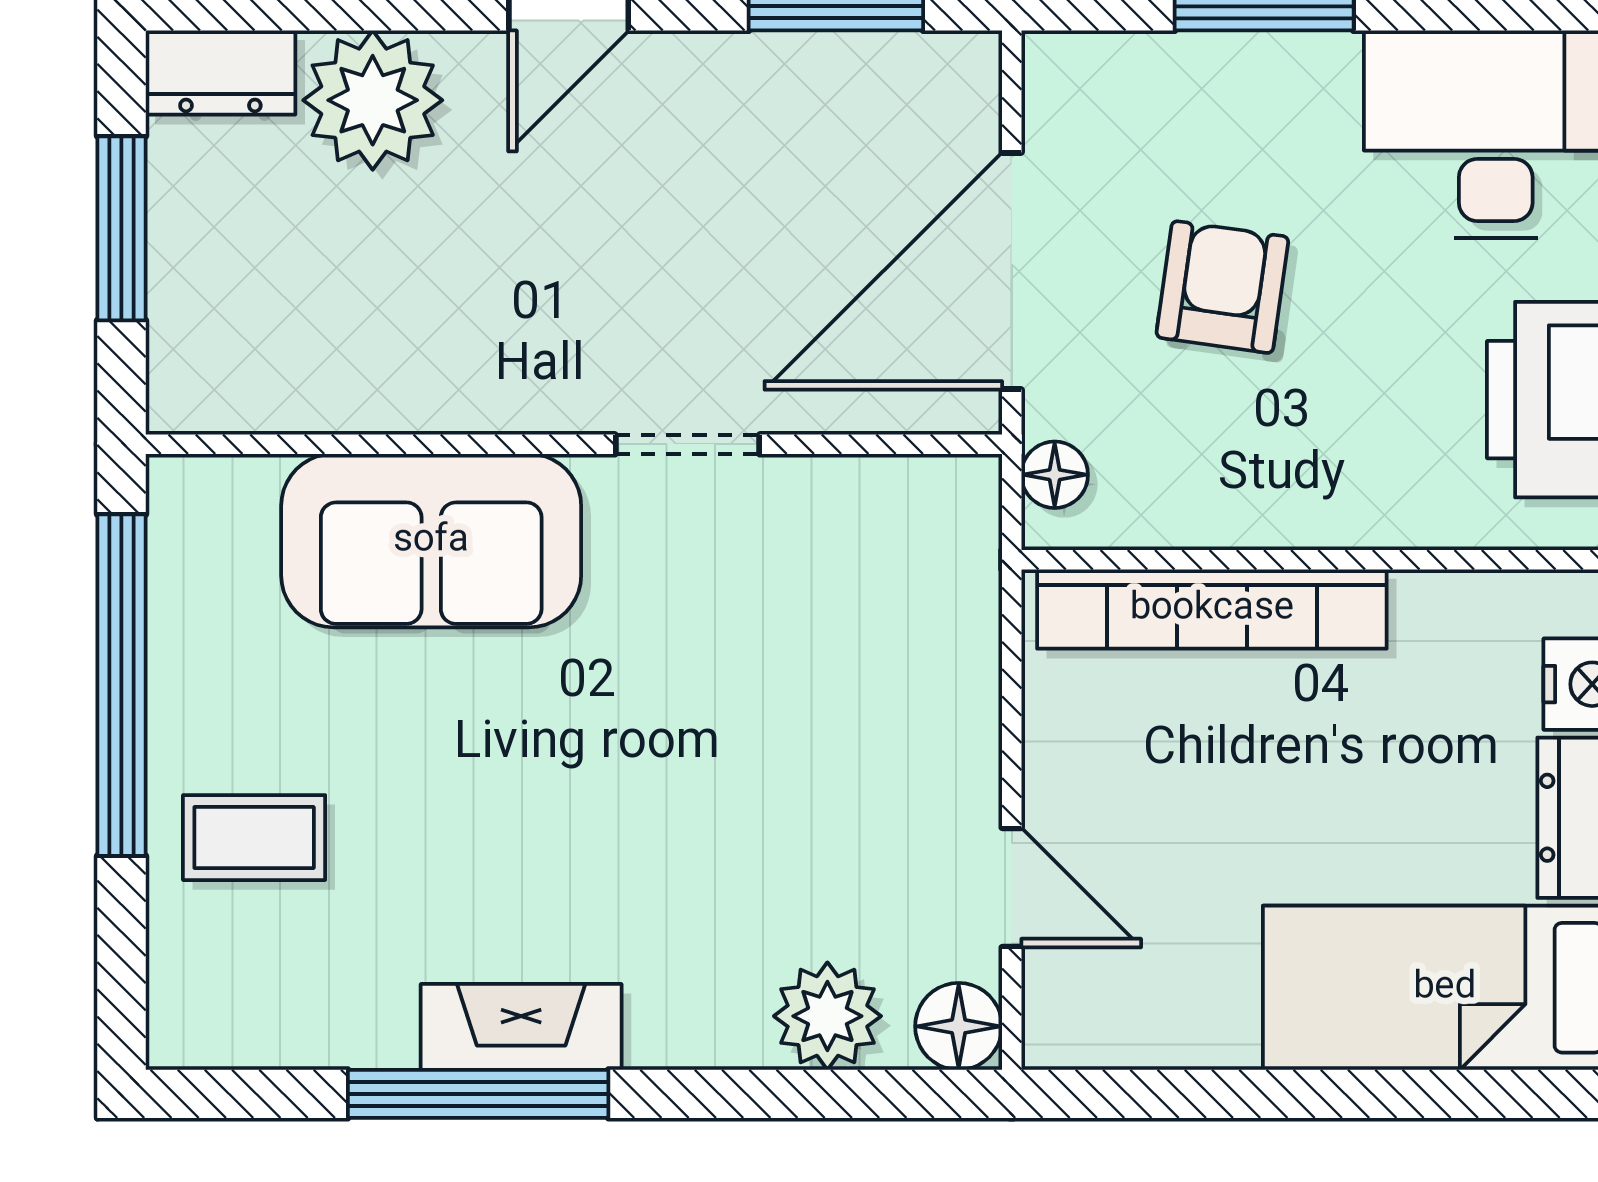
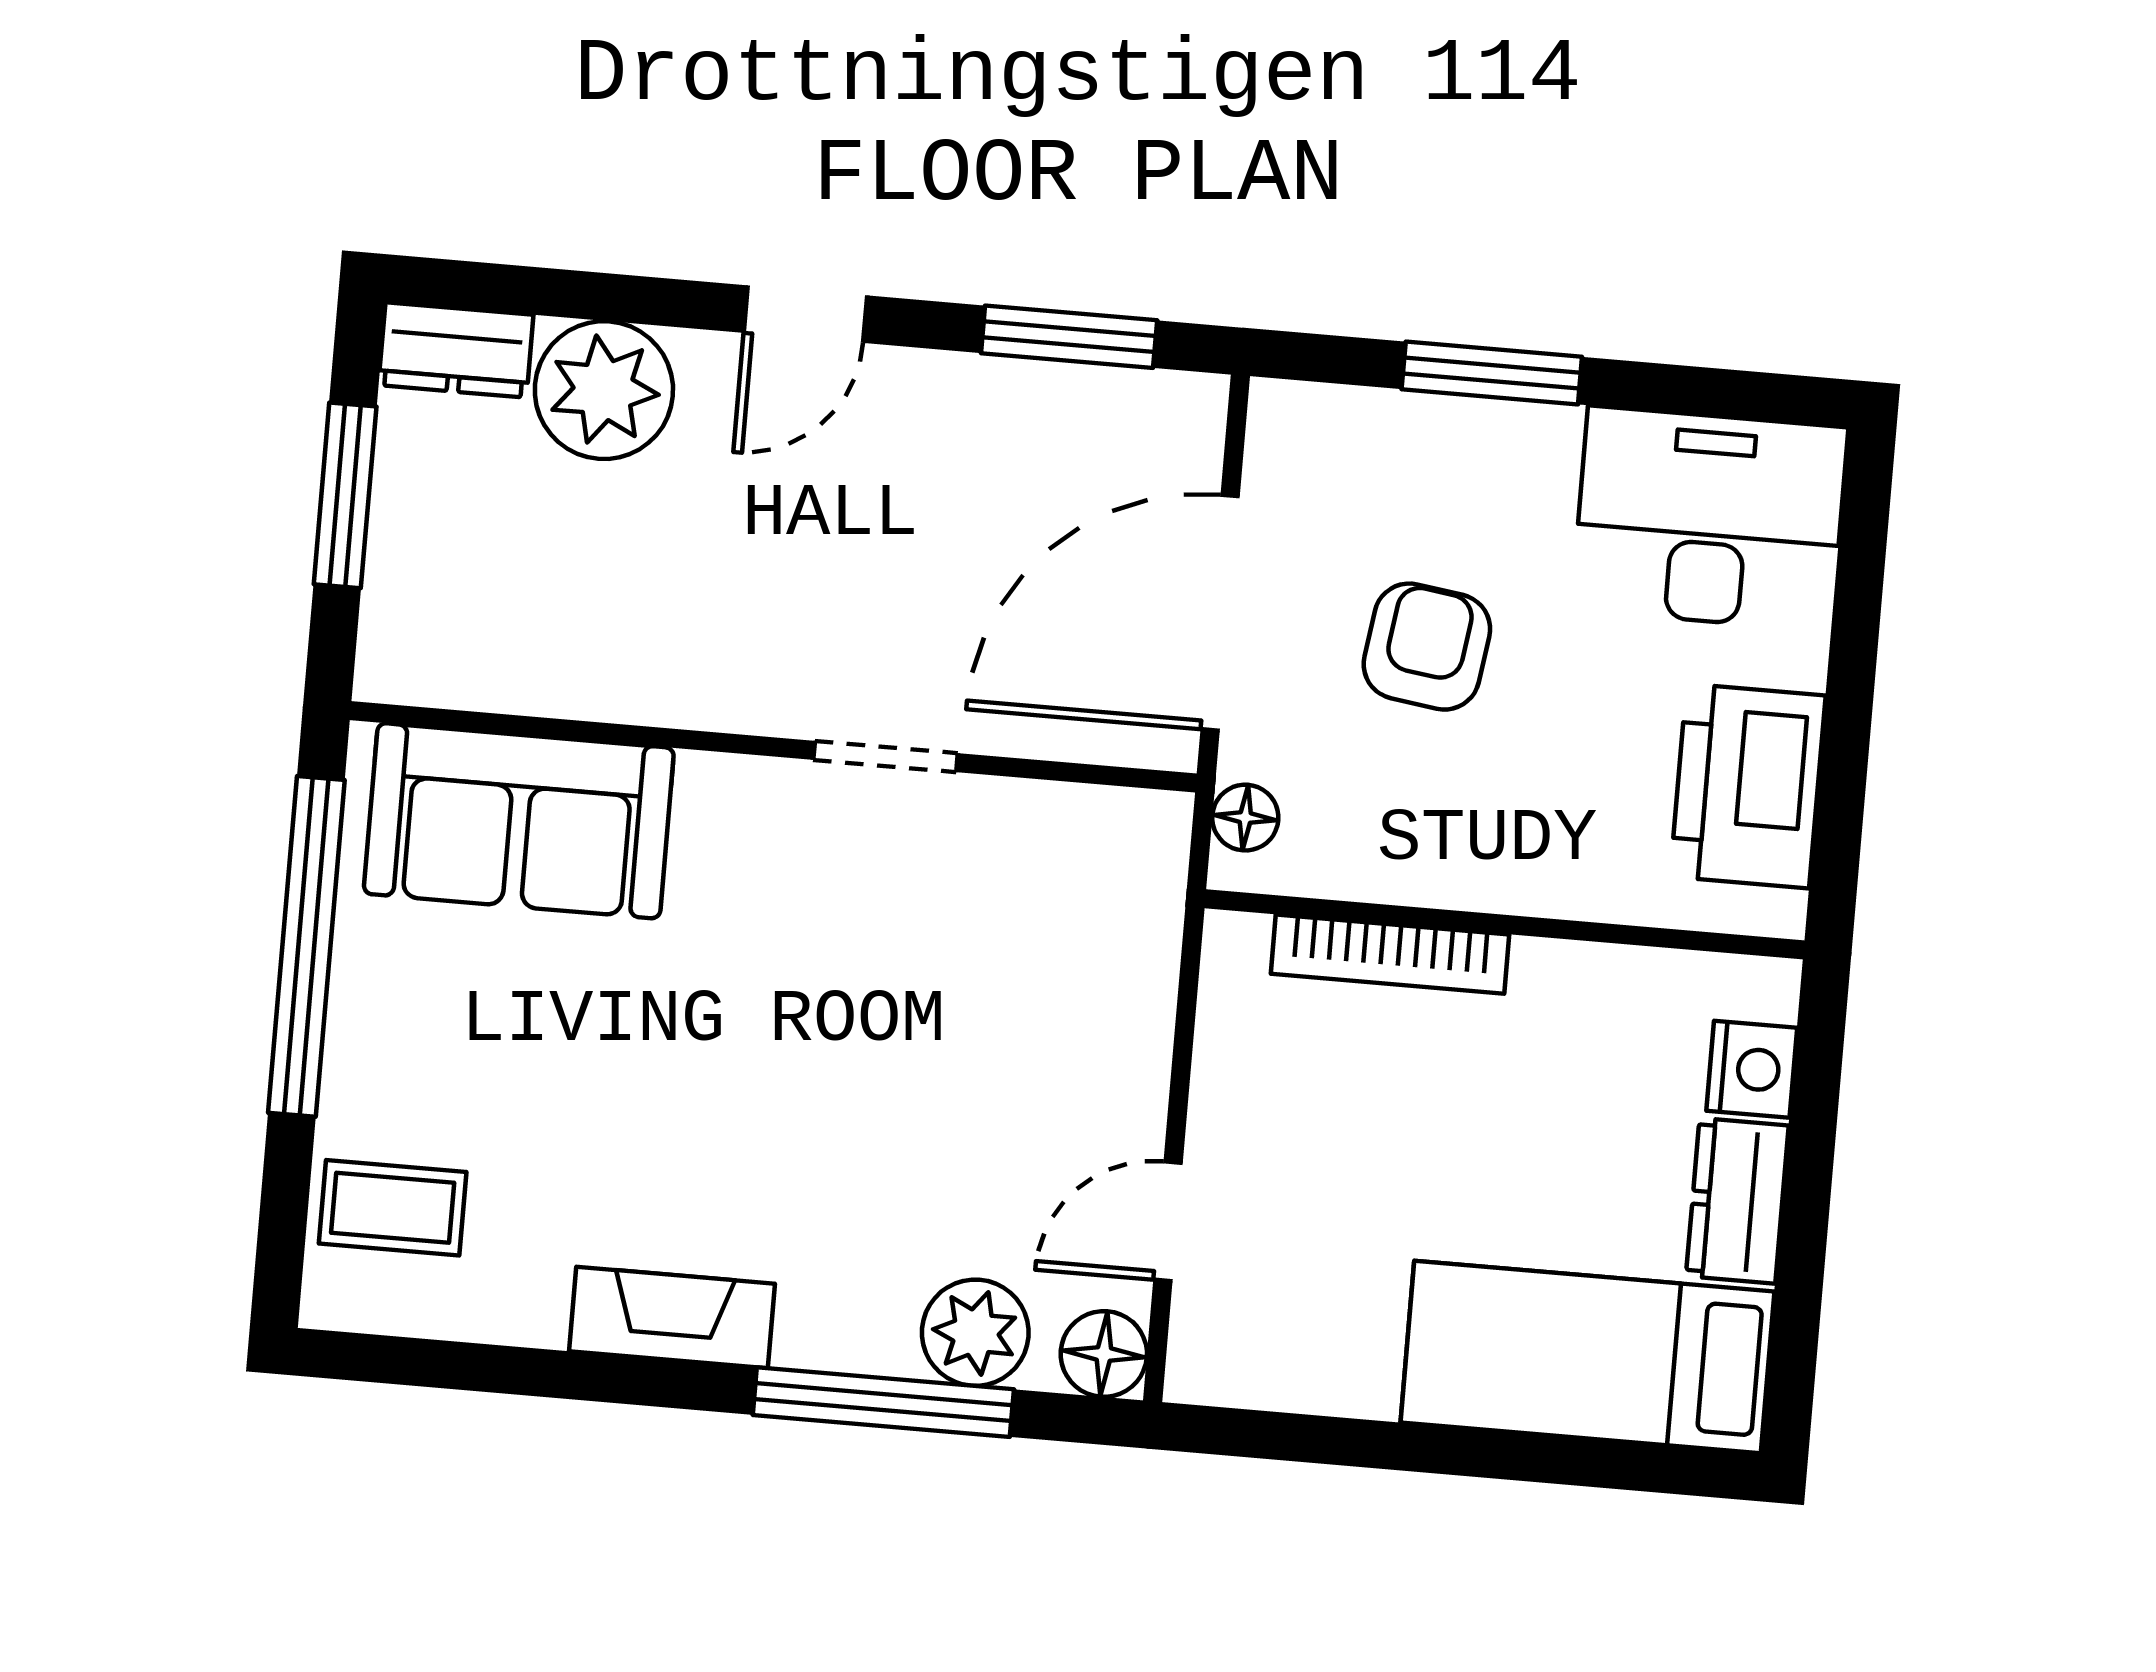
sofa: (431, 541) -> (519, 821), moved
bookcase: (1212, 609) -> (1390, 954), width x0.68, depth x0.76
coffee table: (254, 838) -> (393, 1208), moved
door: (1012, 887) -> (1168, 1221), swing flipped
window: (478, 1094) -> (883, 1402), moved

